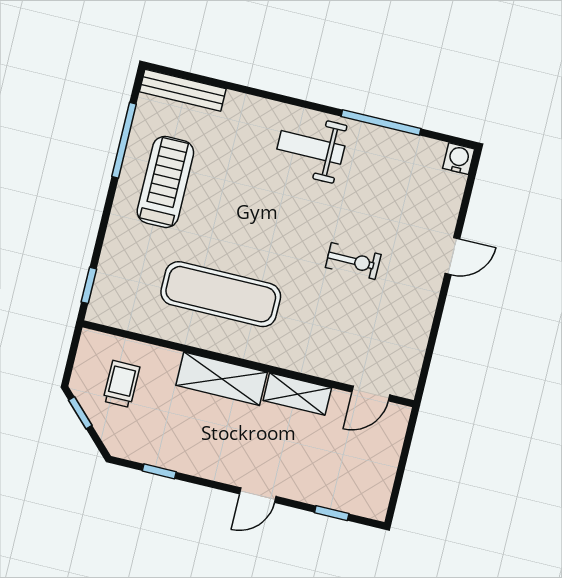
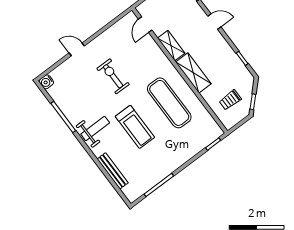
bench: (183, 90) -> (113, 171), moved
weight bench: (311, 147) -> (95, 128), turned -90
treadmill: (165, 182) -> (135, 127), moved, turned -90
exercise bike: (353, 261) -> (113, 76), width x1.38, depth x1.39
door: (371, 393) -> (145, 25), swing flipped

